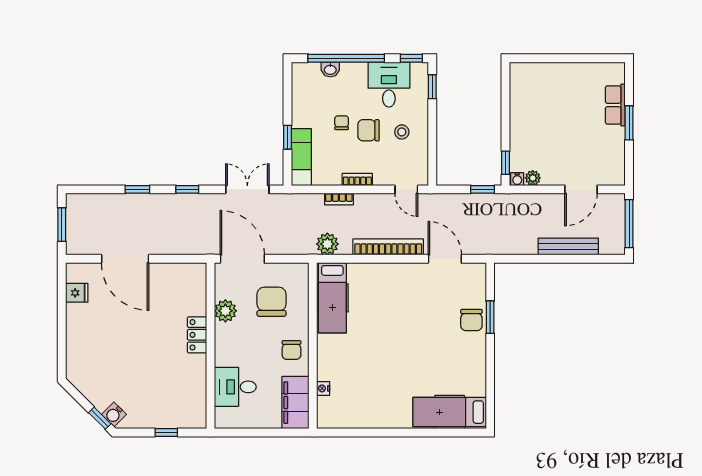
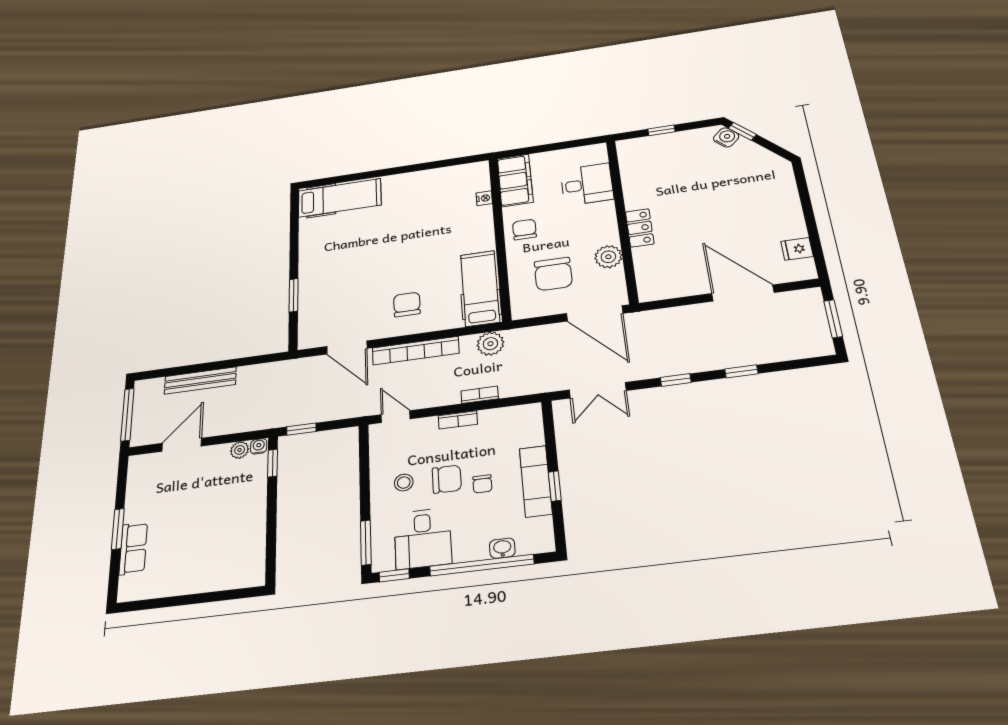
window: (432, 87) -> (366, 543), width x1.50
window: (288, 137) -> (555, 486), moved
exam couch: (301, 157) -> (536, 481), moved
chair: (471, 320) -> (407, 304), moved

